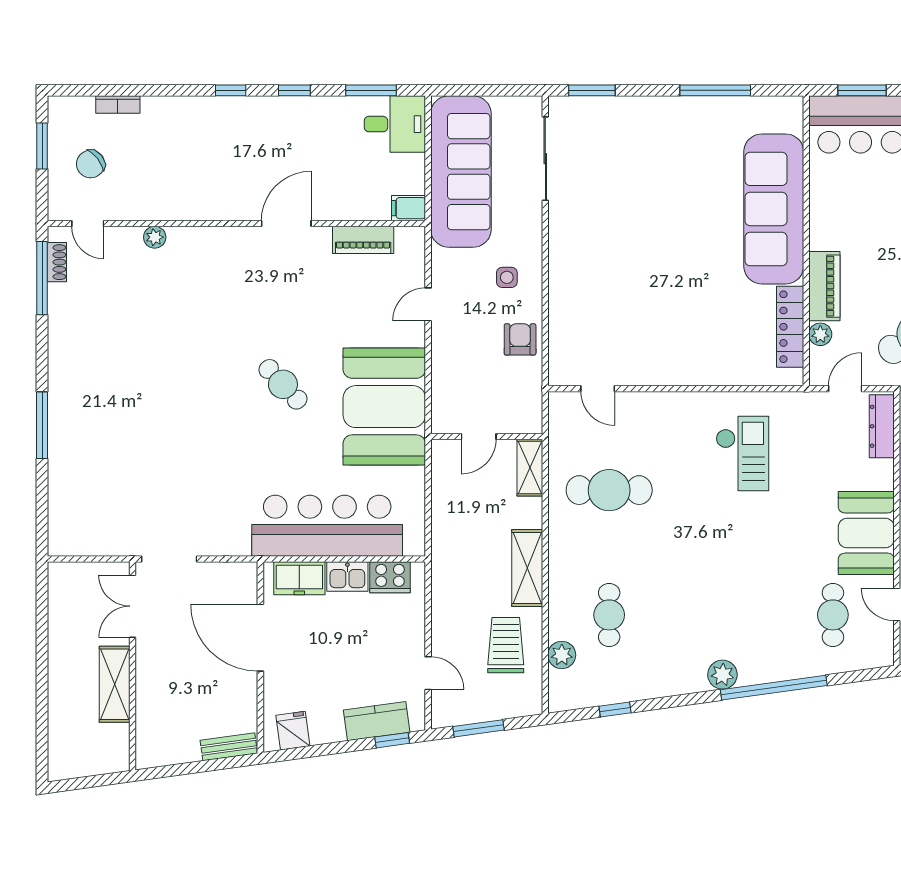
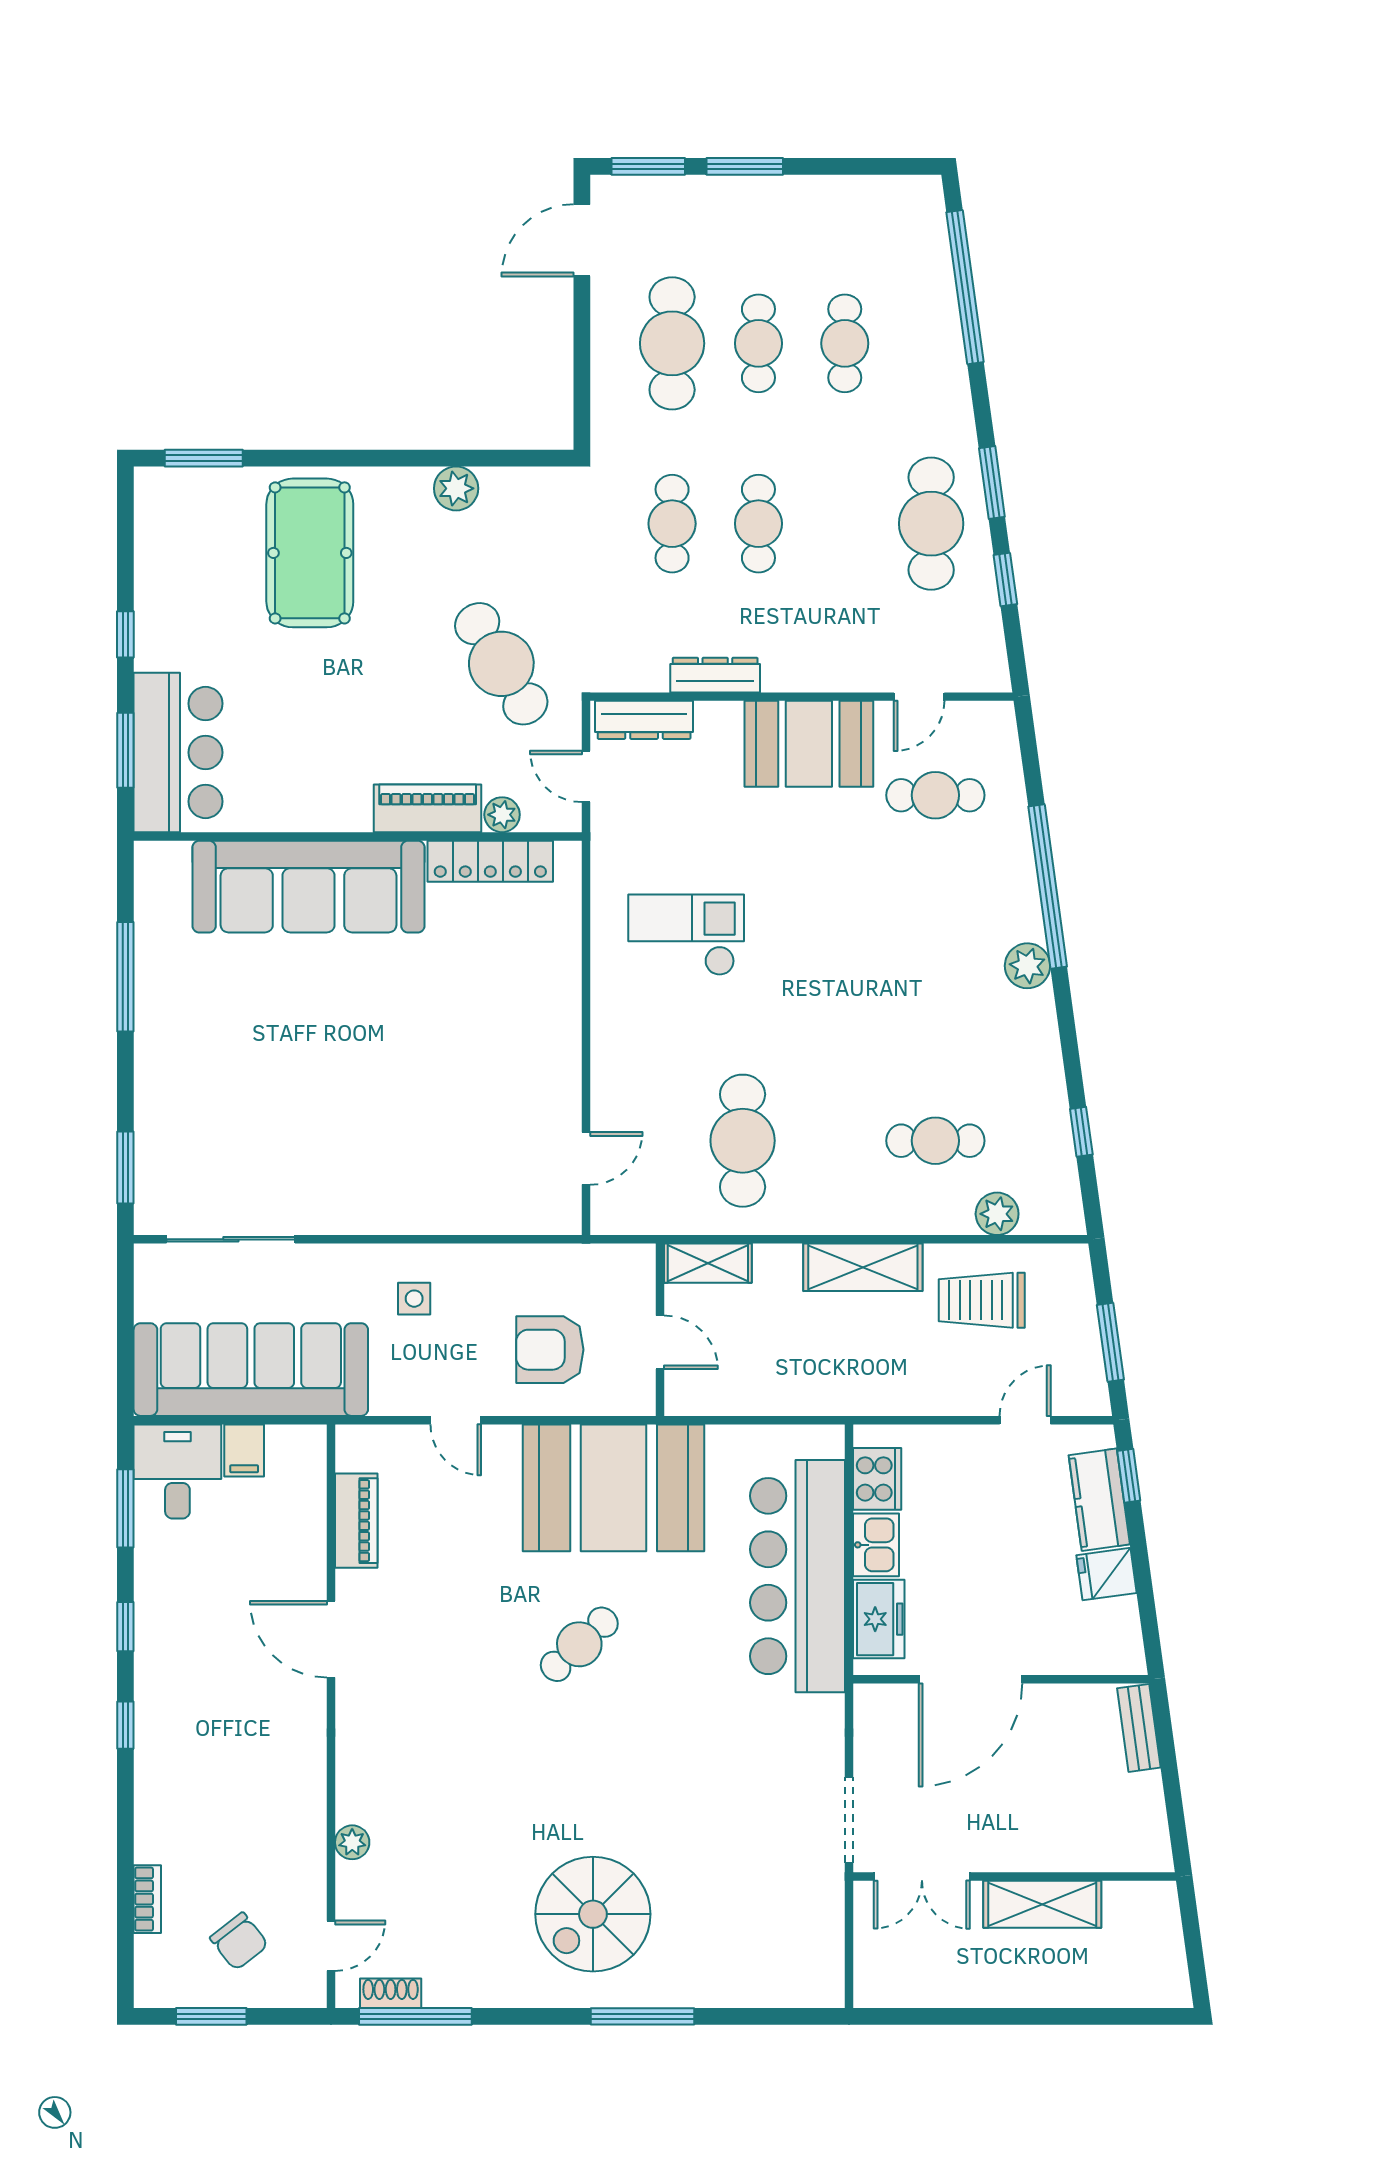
filing cabinet: (408, 208) -> (244, 1450), moved
armchair: (520, 339) -> (550, 1350), moved, width x1.38, depth x1.38
spiral stairs: (108, 393) -> (593, 1914), added
fridge: (293, 731) -> (1106, 1574), moved

